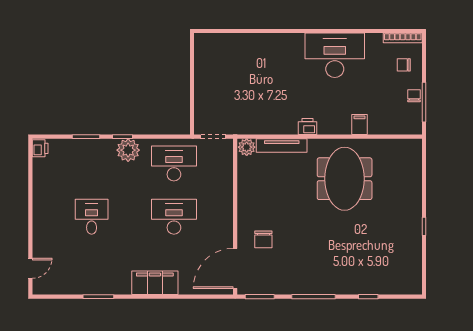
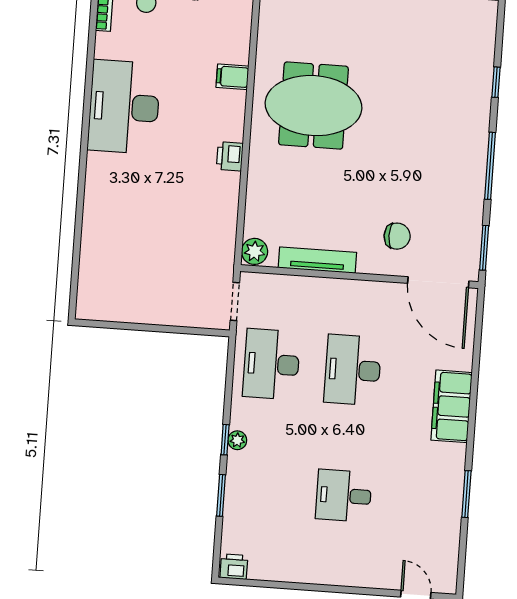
tv unit: (282, 145) -> (317, 260), moved, turned -90
plant: (128, 150) -> (237, 440), width x0.53, depth x0.53

